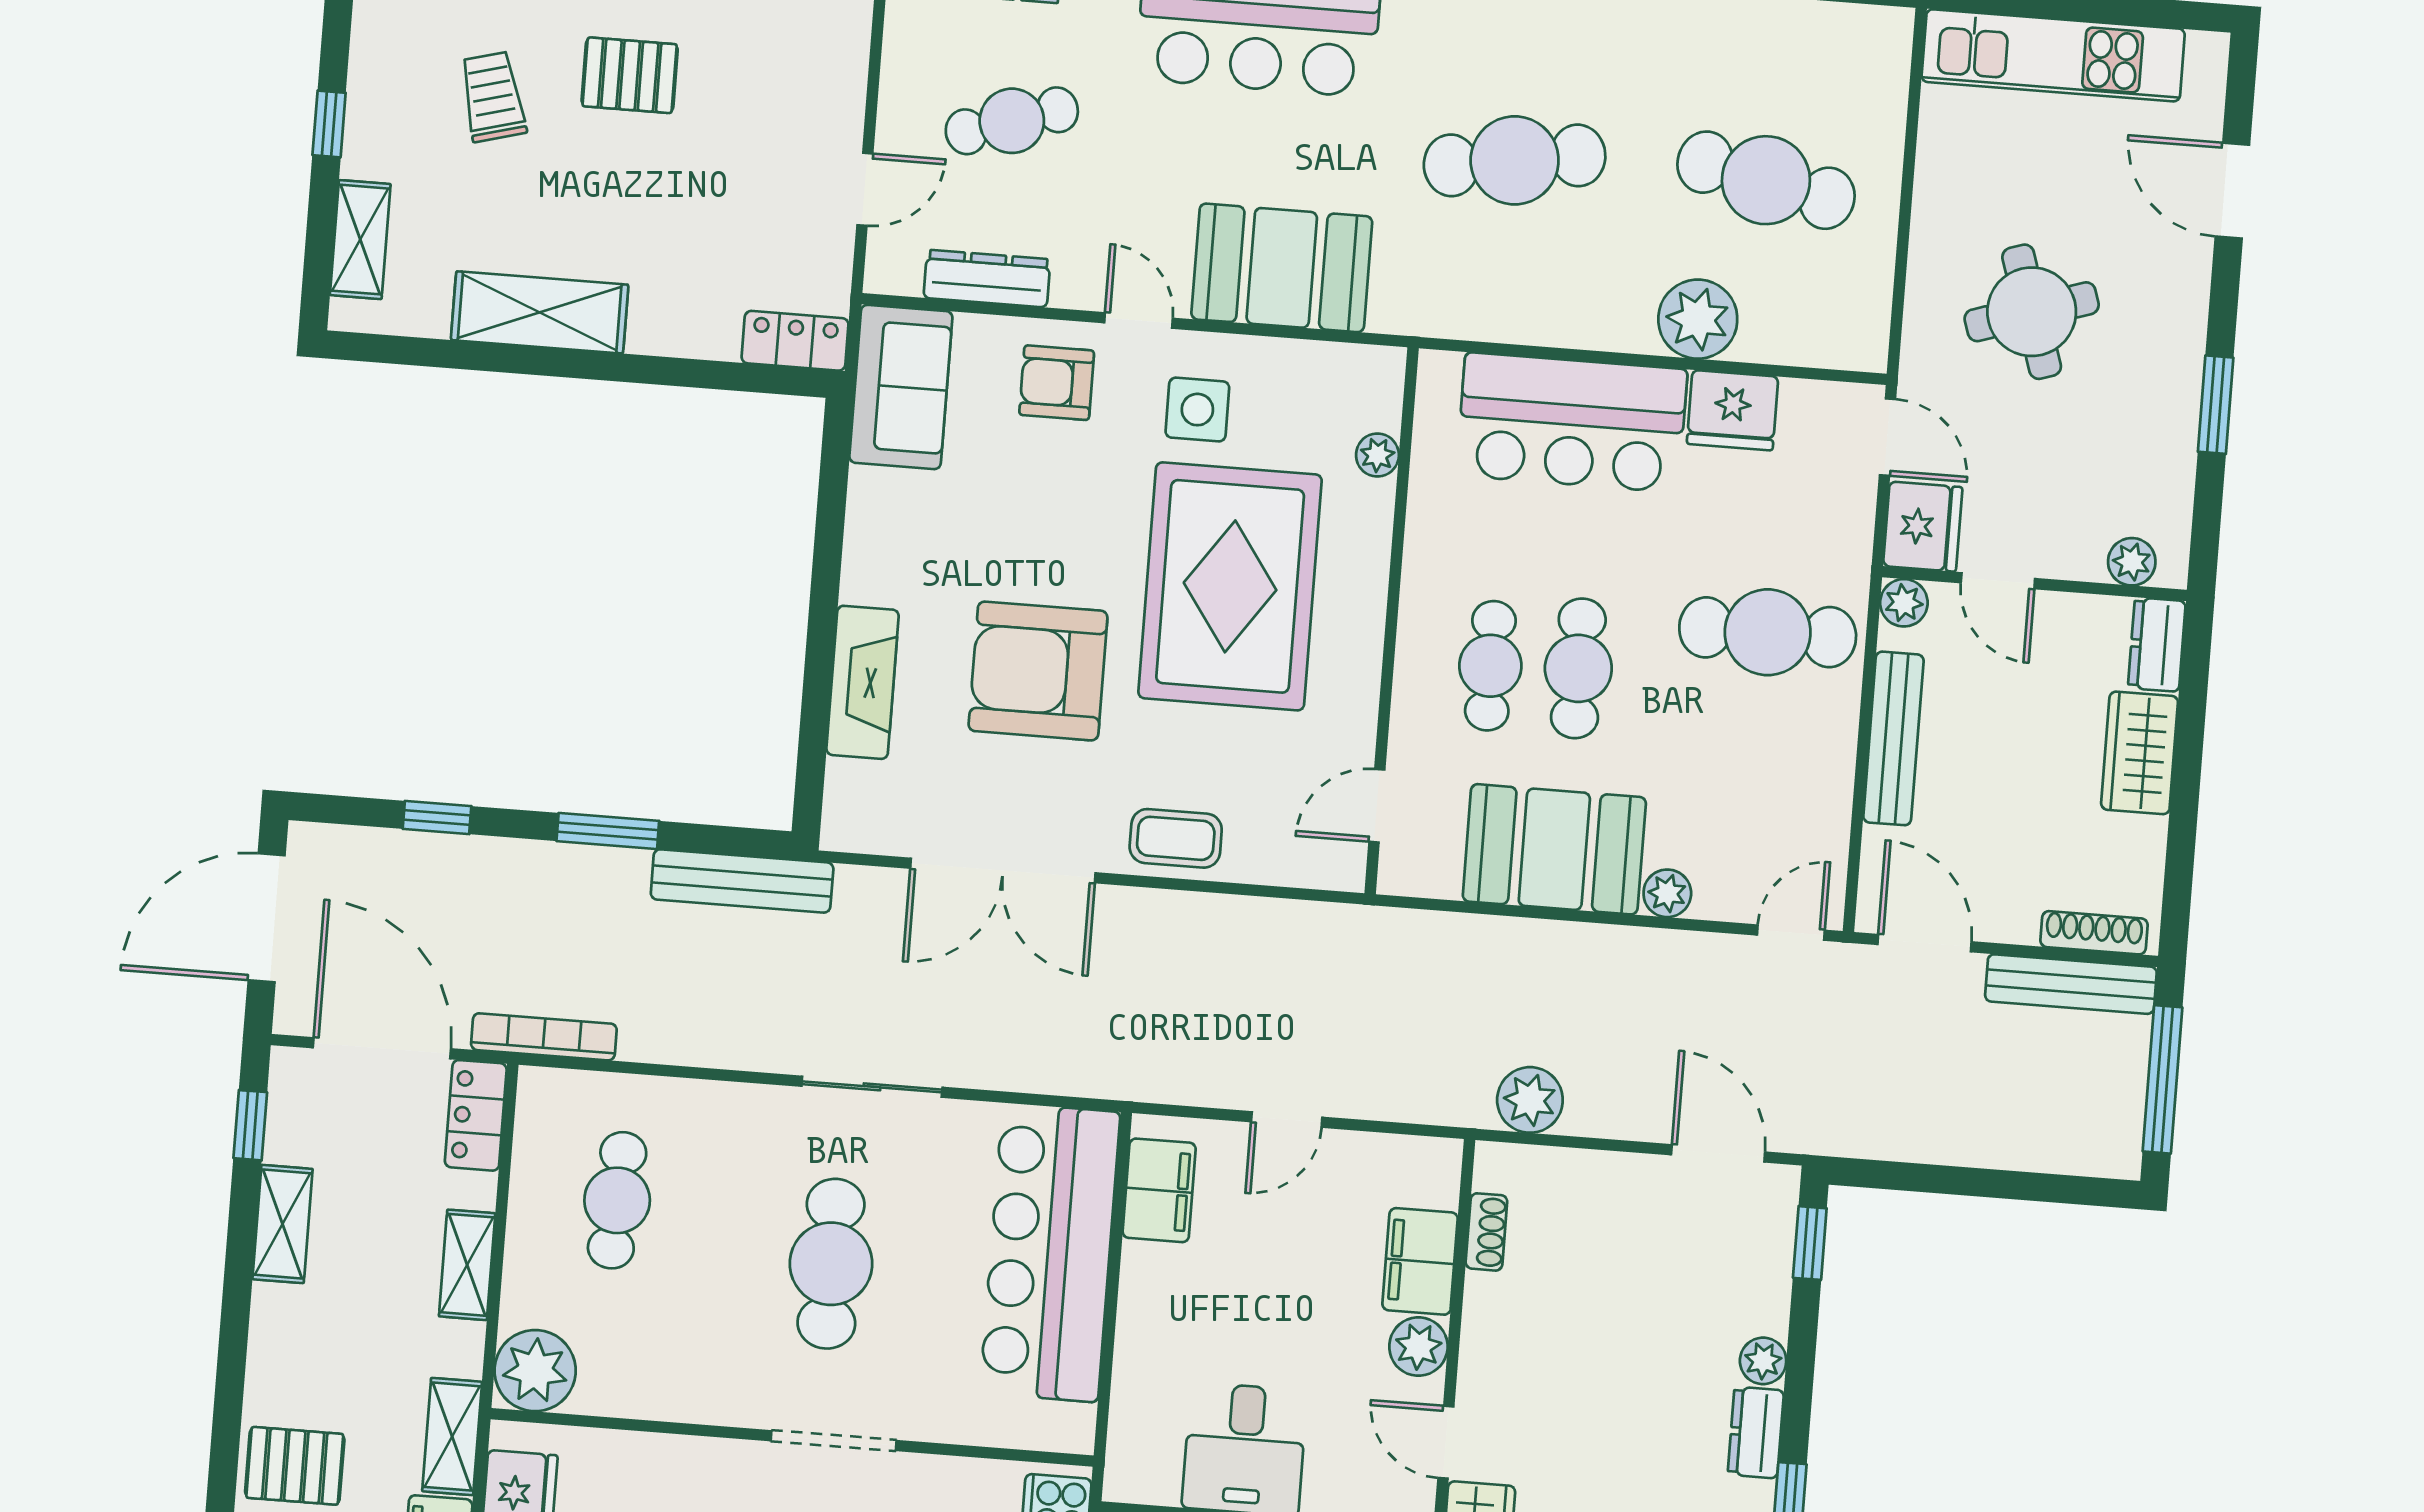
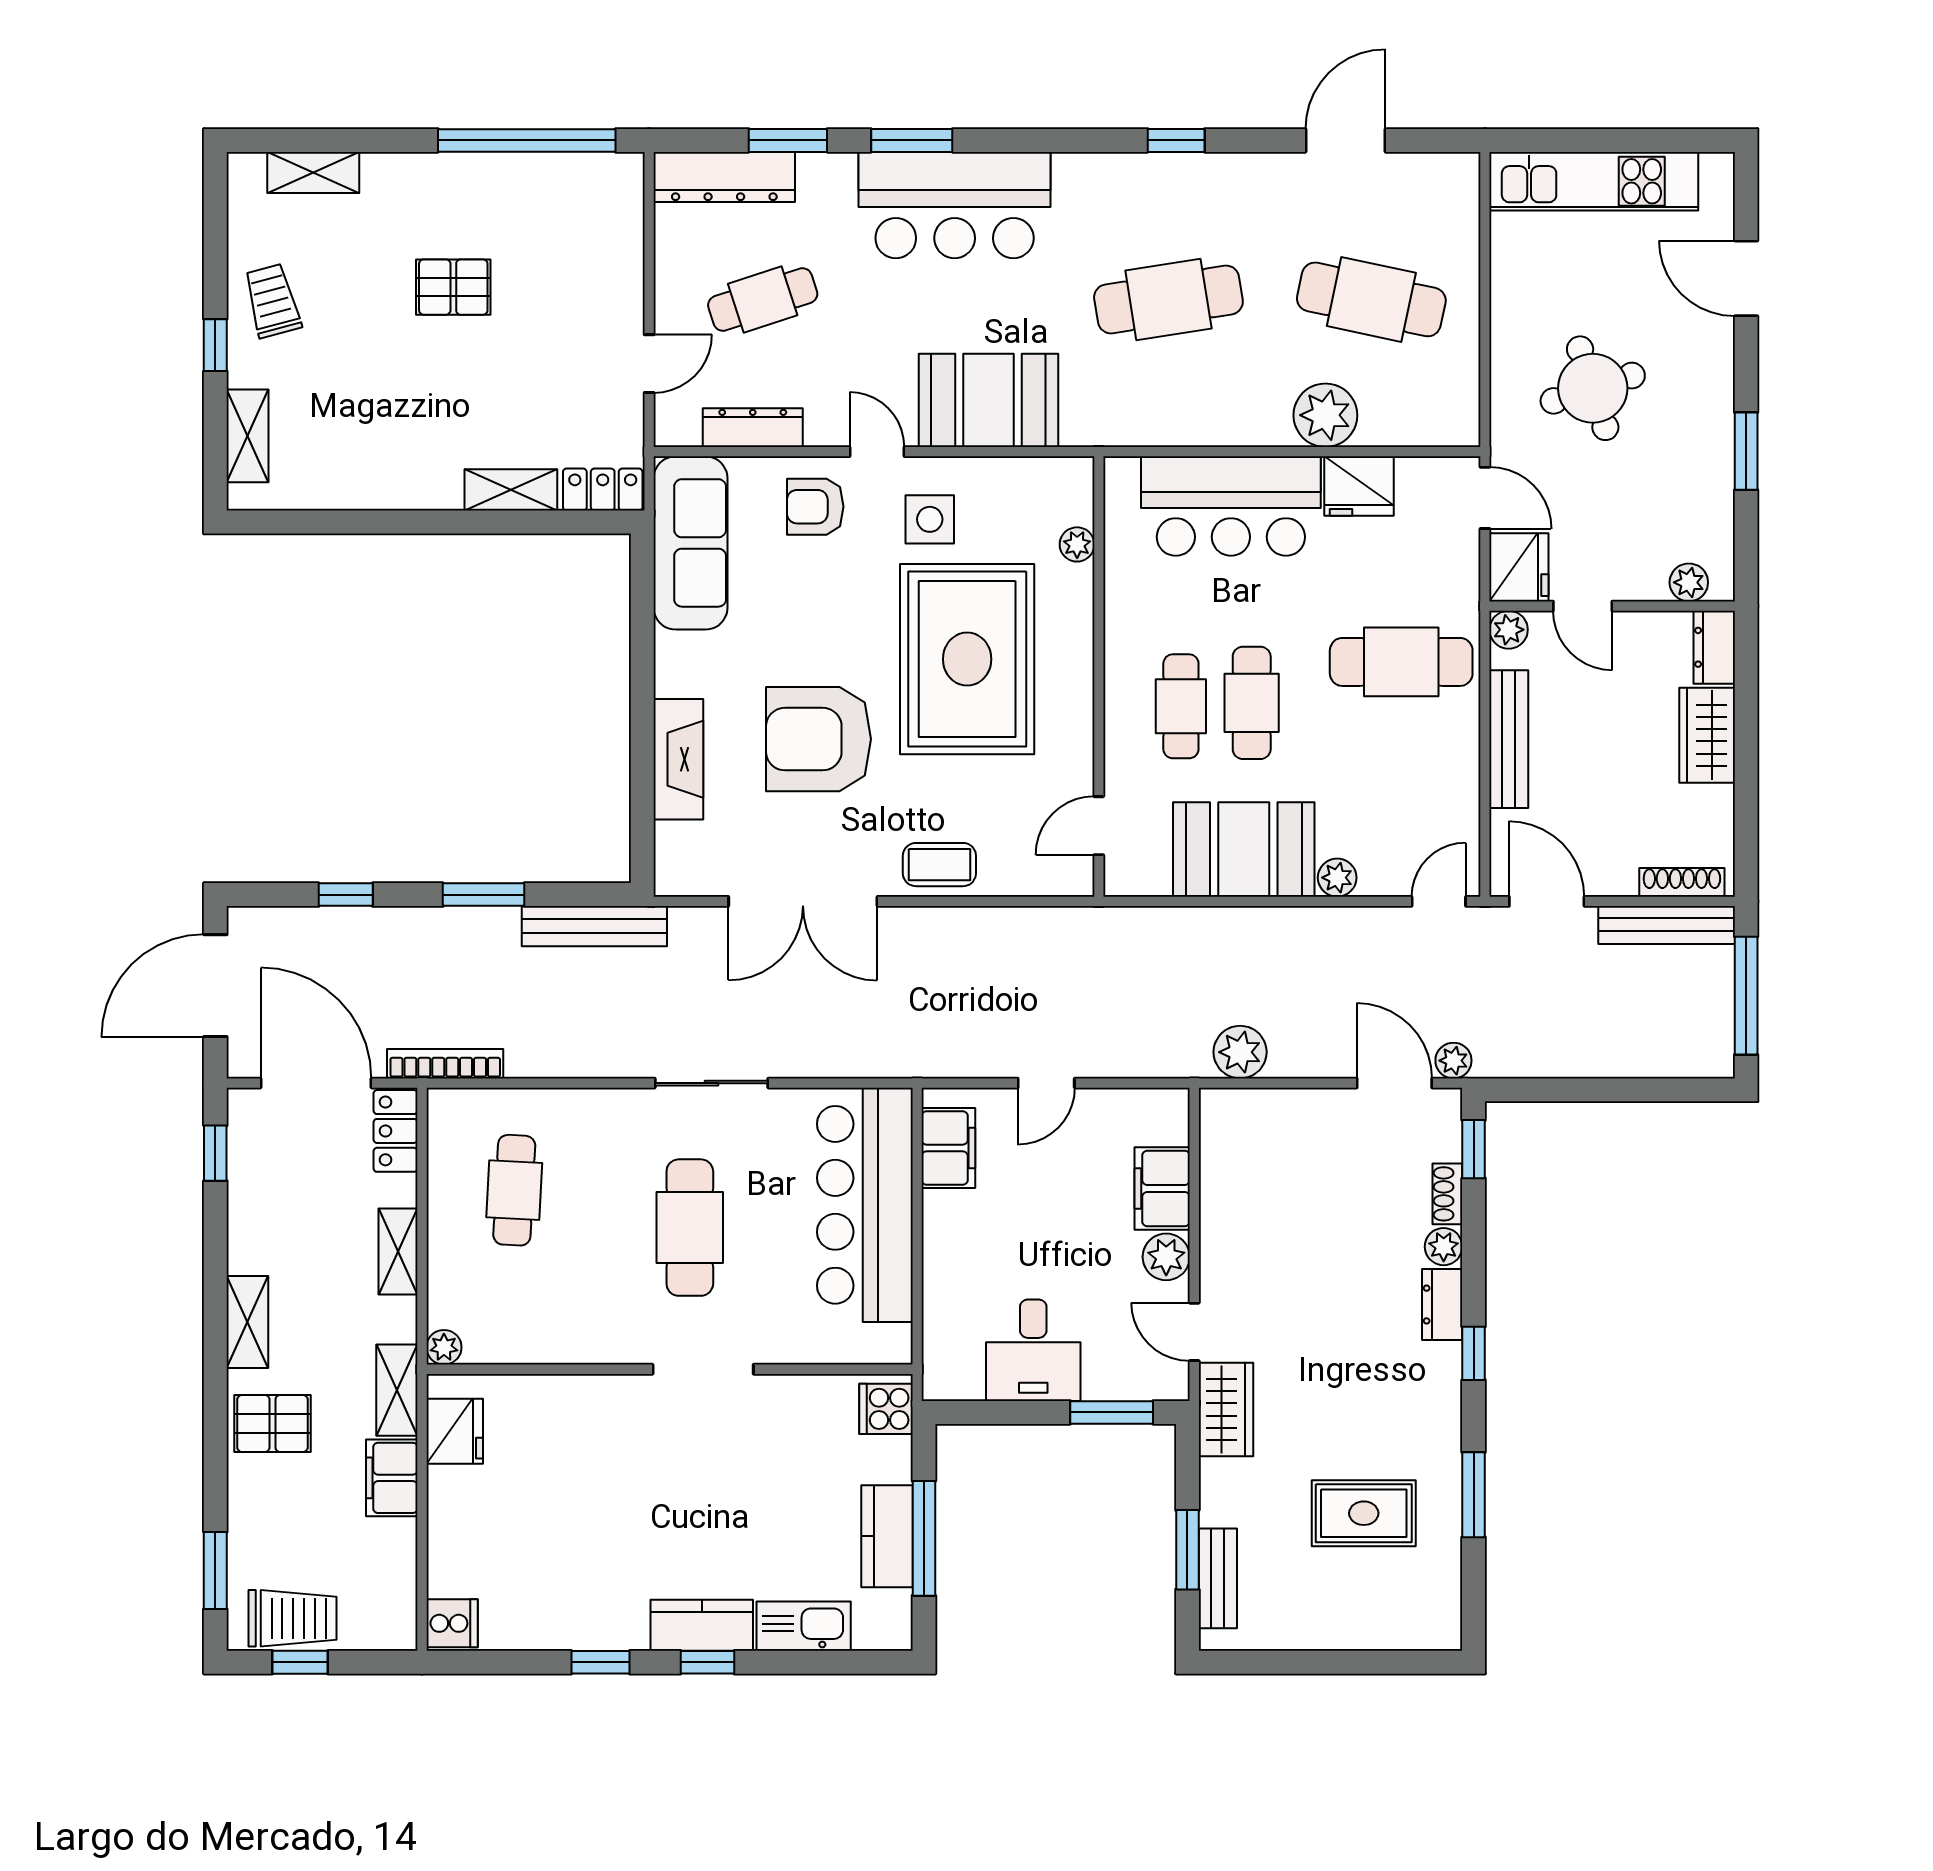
trolley: (493, 97) -> (272, 301), moved
shelving: (540, 312) -> (511, 490), moved, width x0.67, depth x0.75
sofa: (901, 387) -> (691, 543), width x1.36
plant: (1794, 1131) -> (1453, 1061), added
shelving: (283, 1224) -> (247, 1322), moved
shoe rack: (1486, 1232) -> (1447, 1194), moved, turned 180
plant: (535, 1371) -> (444, 1347), width x0.53, depth x0.53

